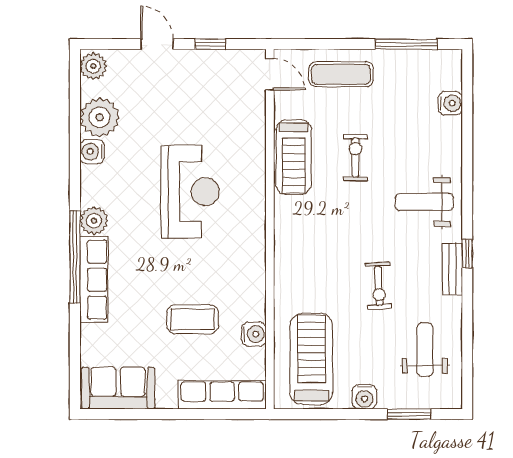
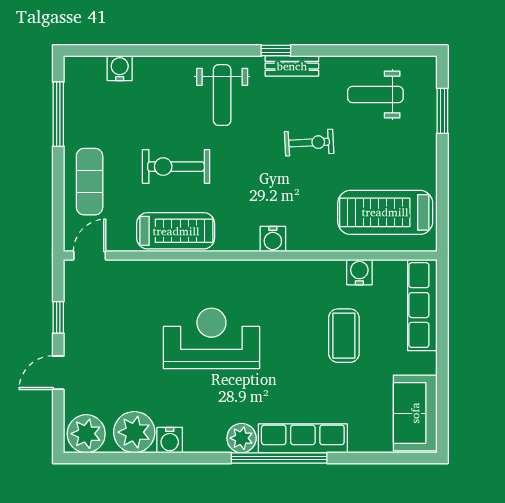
plant: (93, 66) -> (86, 434), width x1.36, depth x1.36
exercise bike: (356, 157) -> (176, 167), width x1.38, depth x1.39
water cooler: (365, 397) -> (273, 239), moved, turned 90

